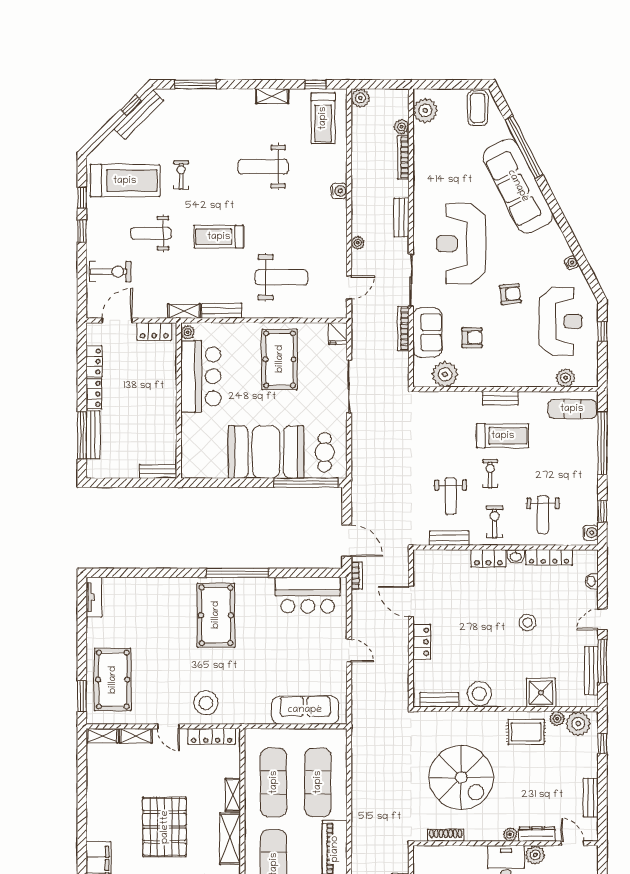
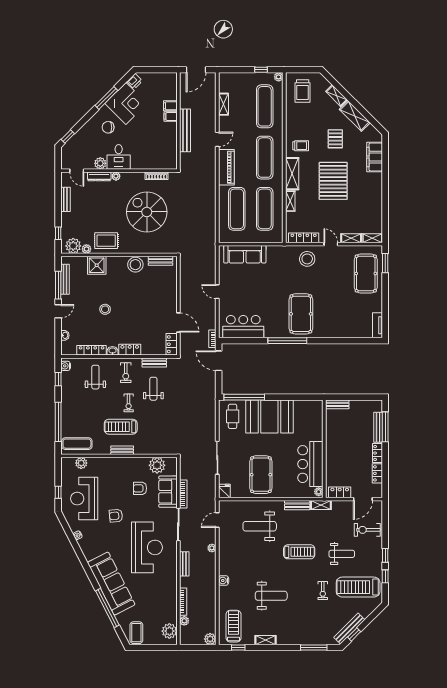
locker: (422, 642) -> (172, 344), moved

